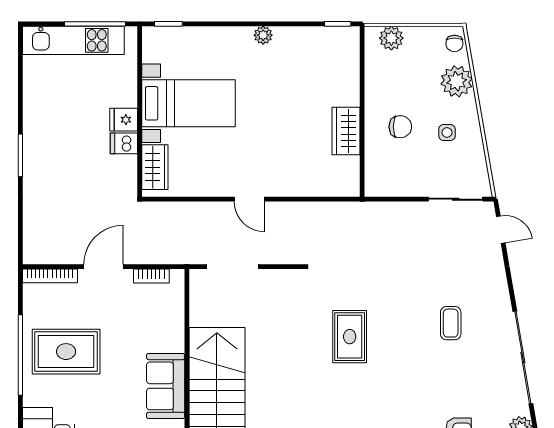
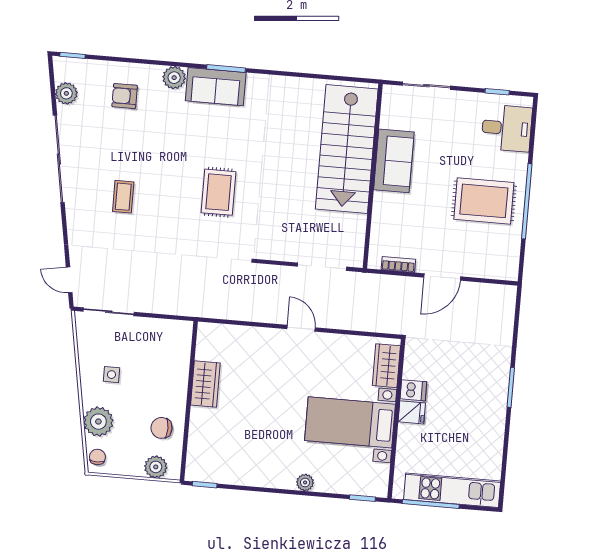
plant: (263, 35) -> (305, 482), moved
chair: (400, 127) -> (161, 428), moved
bookcase: (50, 276) -> (493, 273), removed

